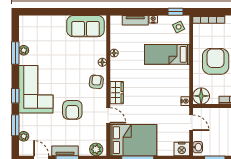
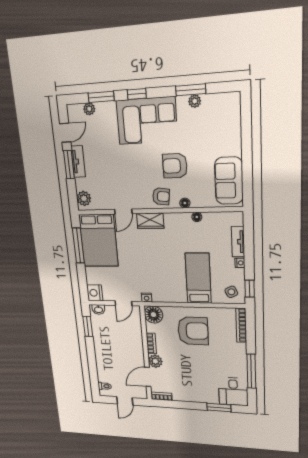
armchair: (72, 110) -> (175, 166), moved

